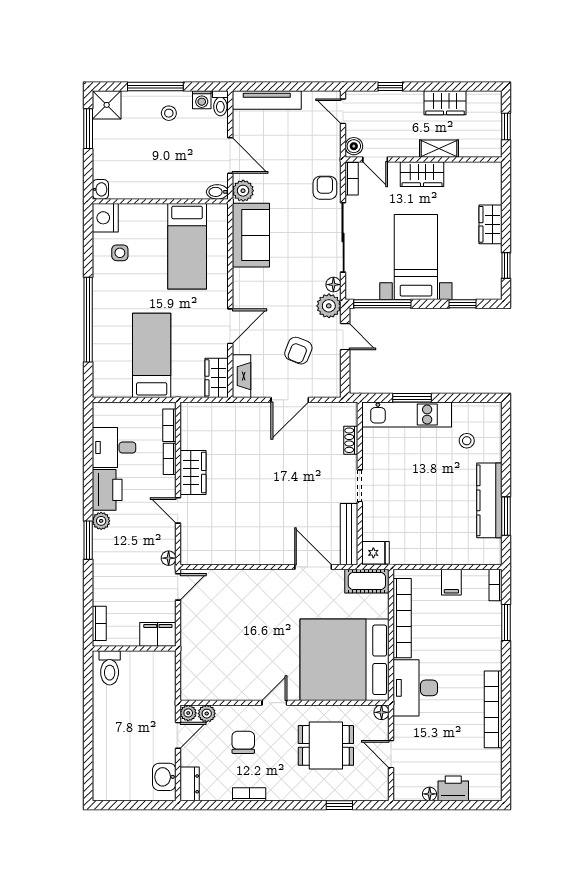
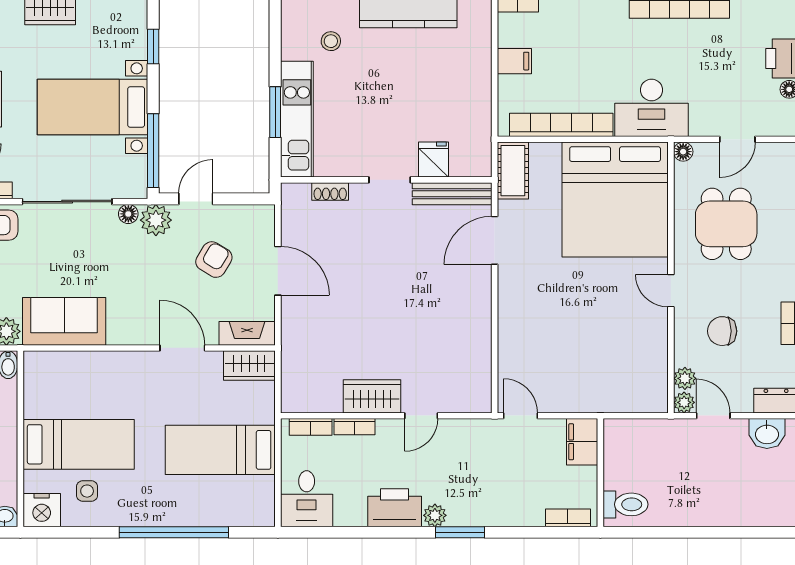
bed: (187, 246) -> (79, 444), moved
armchair: (298, 351) -> (214, 260), turned -81
desk: (114, 448) -> (307, 499), moved
fridge: (375, 553) -> (434, 160), moved
floor lamp: (169, 558) -> (483, 428), removed

